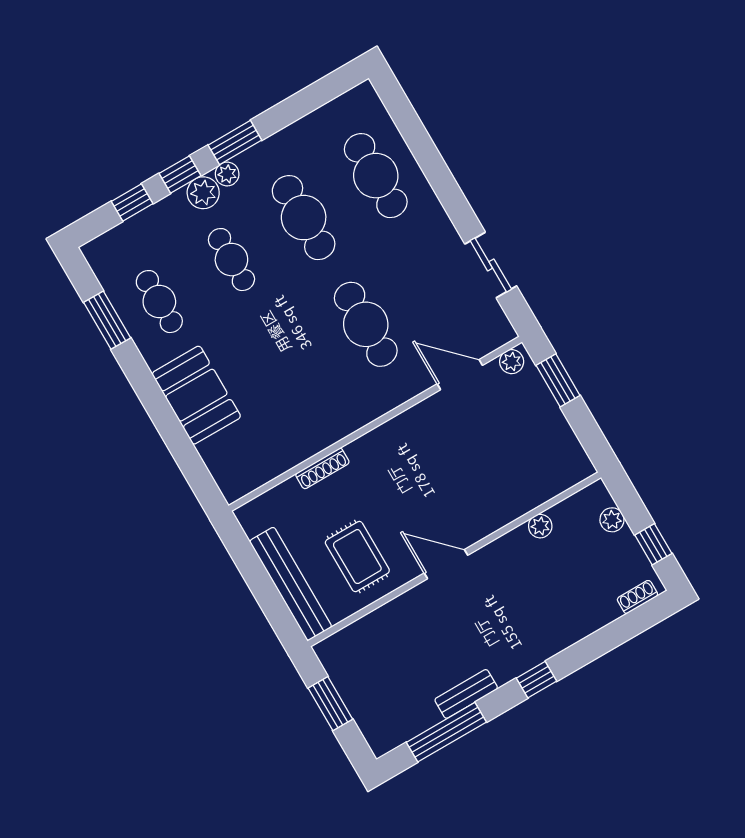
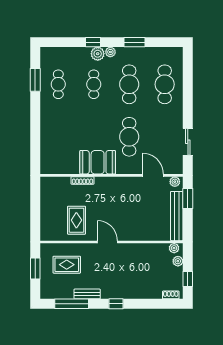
window: (235, 143) -> (135, 42), moved
window: (132, 202) -> (69, 42), removed
booth: (196, 395) -> (98, 162), moved, turned 90
plant: (540, 526) -> (174, 248), moved
bench: (291, 584) -> (177, 216), moved
rug: (390, 658) -> (67, 265), added

